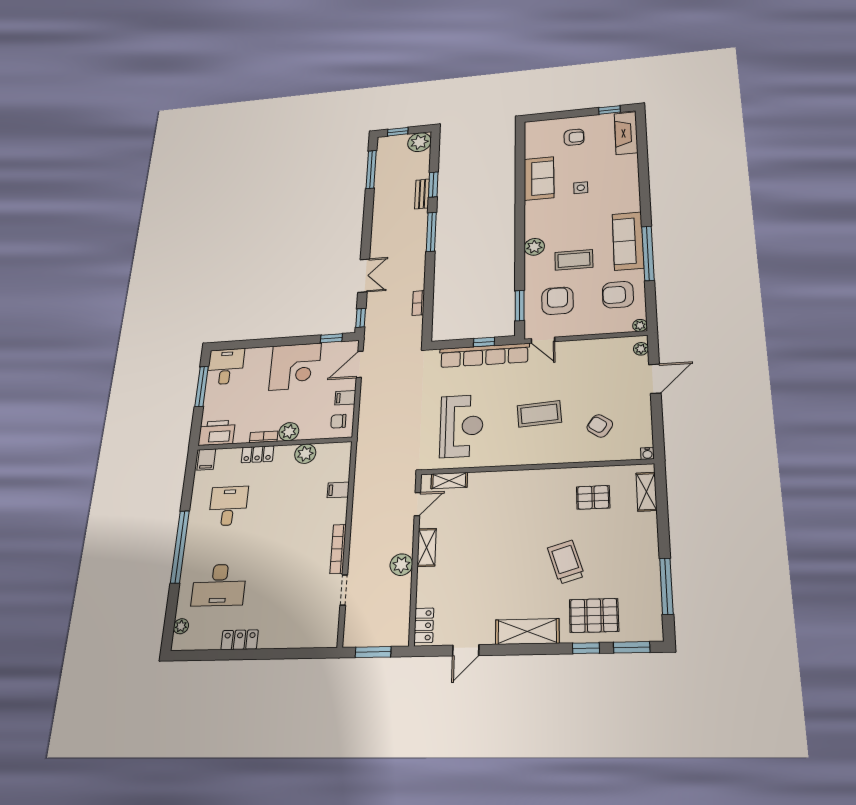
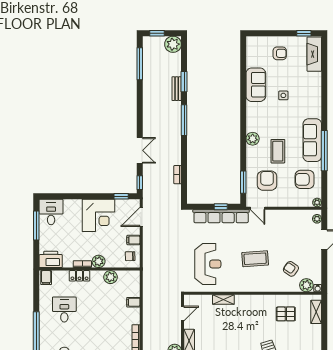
coffee table: (574, 260) -> (278, 151), turned 90
plant: (627, 450) -> (306, 285), added
shelving: (449, 481) -> (223, 299), moved

